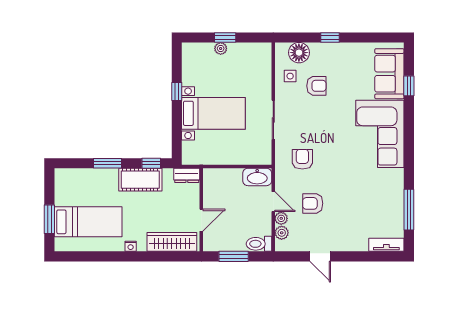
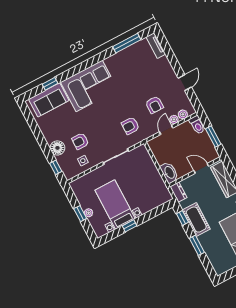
window: (330, 37) -> (56, 167), moved
floor lamp: (299, 53) -> (57, 148), moved
armchair: (316, 86) -> (80, 141), turned -90
bed with nightstands: (213, 113) -> (115, 204), moved
washbasin: (257, 177) -> (169, 173), moved

